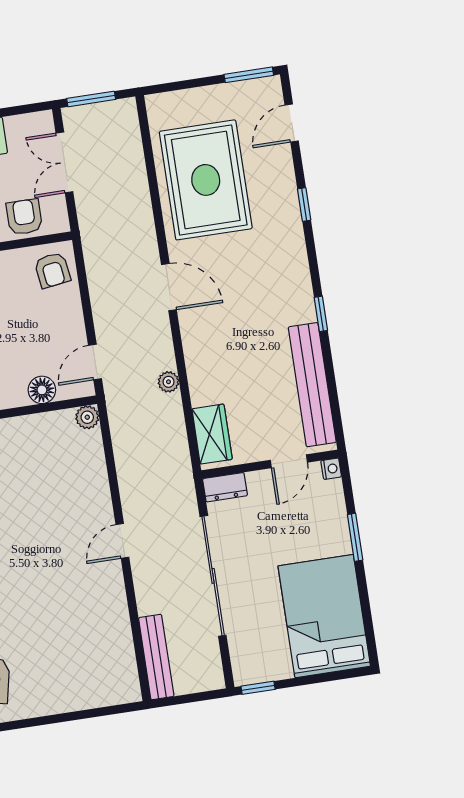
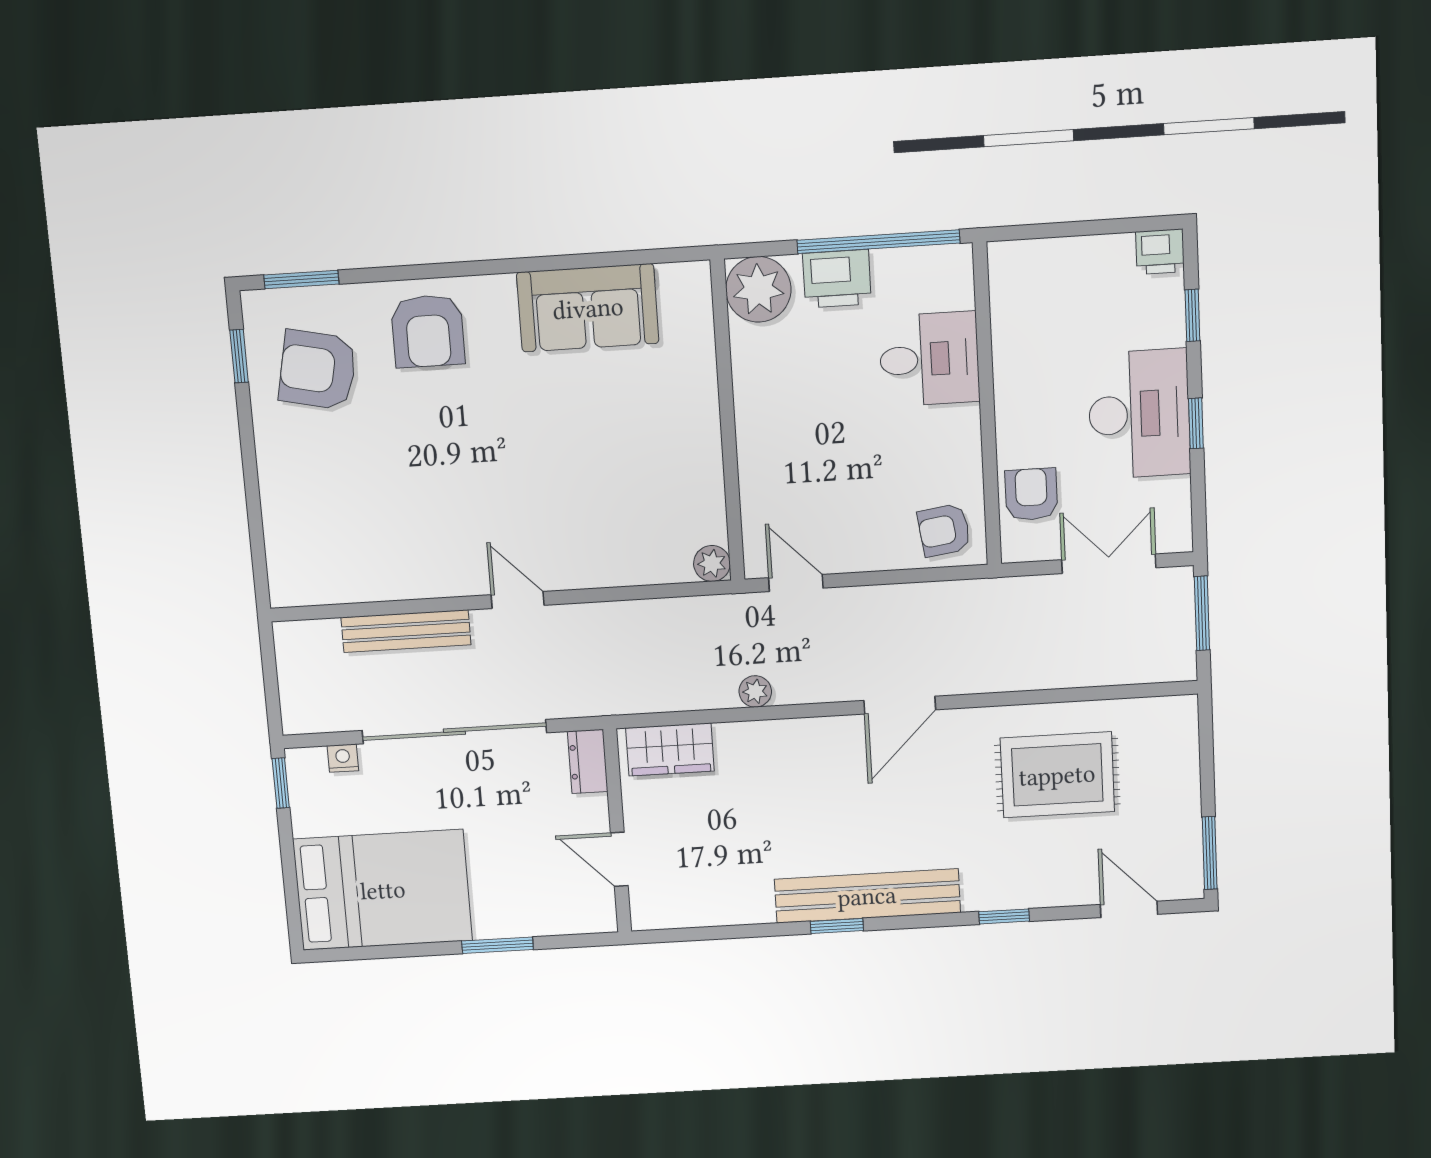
rug: (206, 180) -> (1057, 775), width x0.73, depth x0.69
armchair: (24, 217) -> (1031, 494), turned -90
bench: (312, 385) -> (867, 896), moved
floor lamp: (42, 390) -> (760, 498), removed
nightstand: (331, 469) -> (343, 758), moved, turned 180
bench: (156, 657) -> (406, 631), moved

